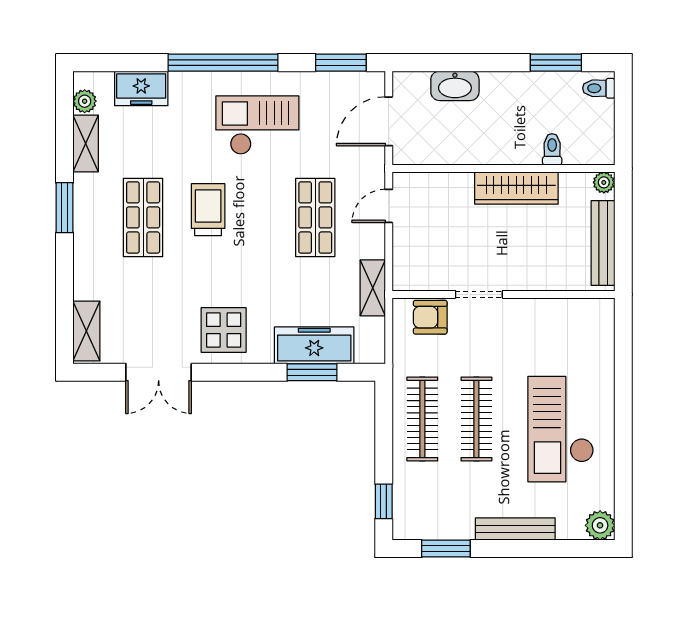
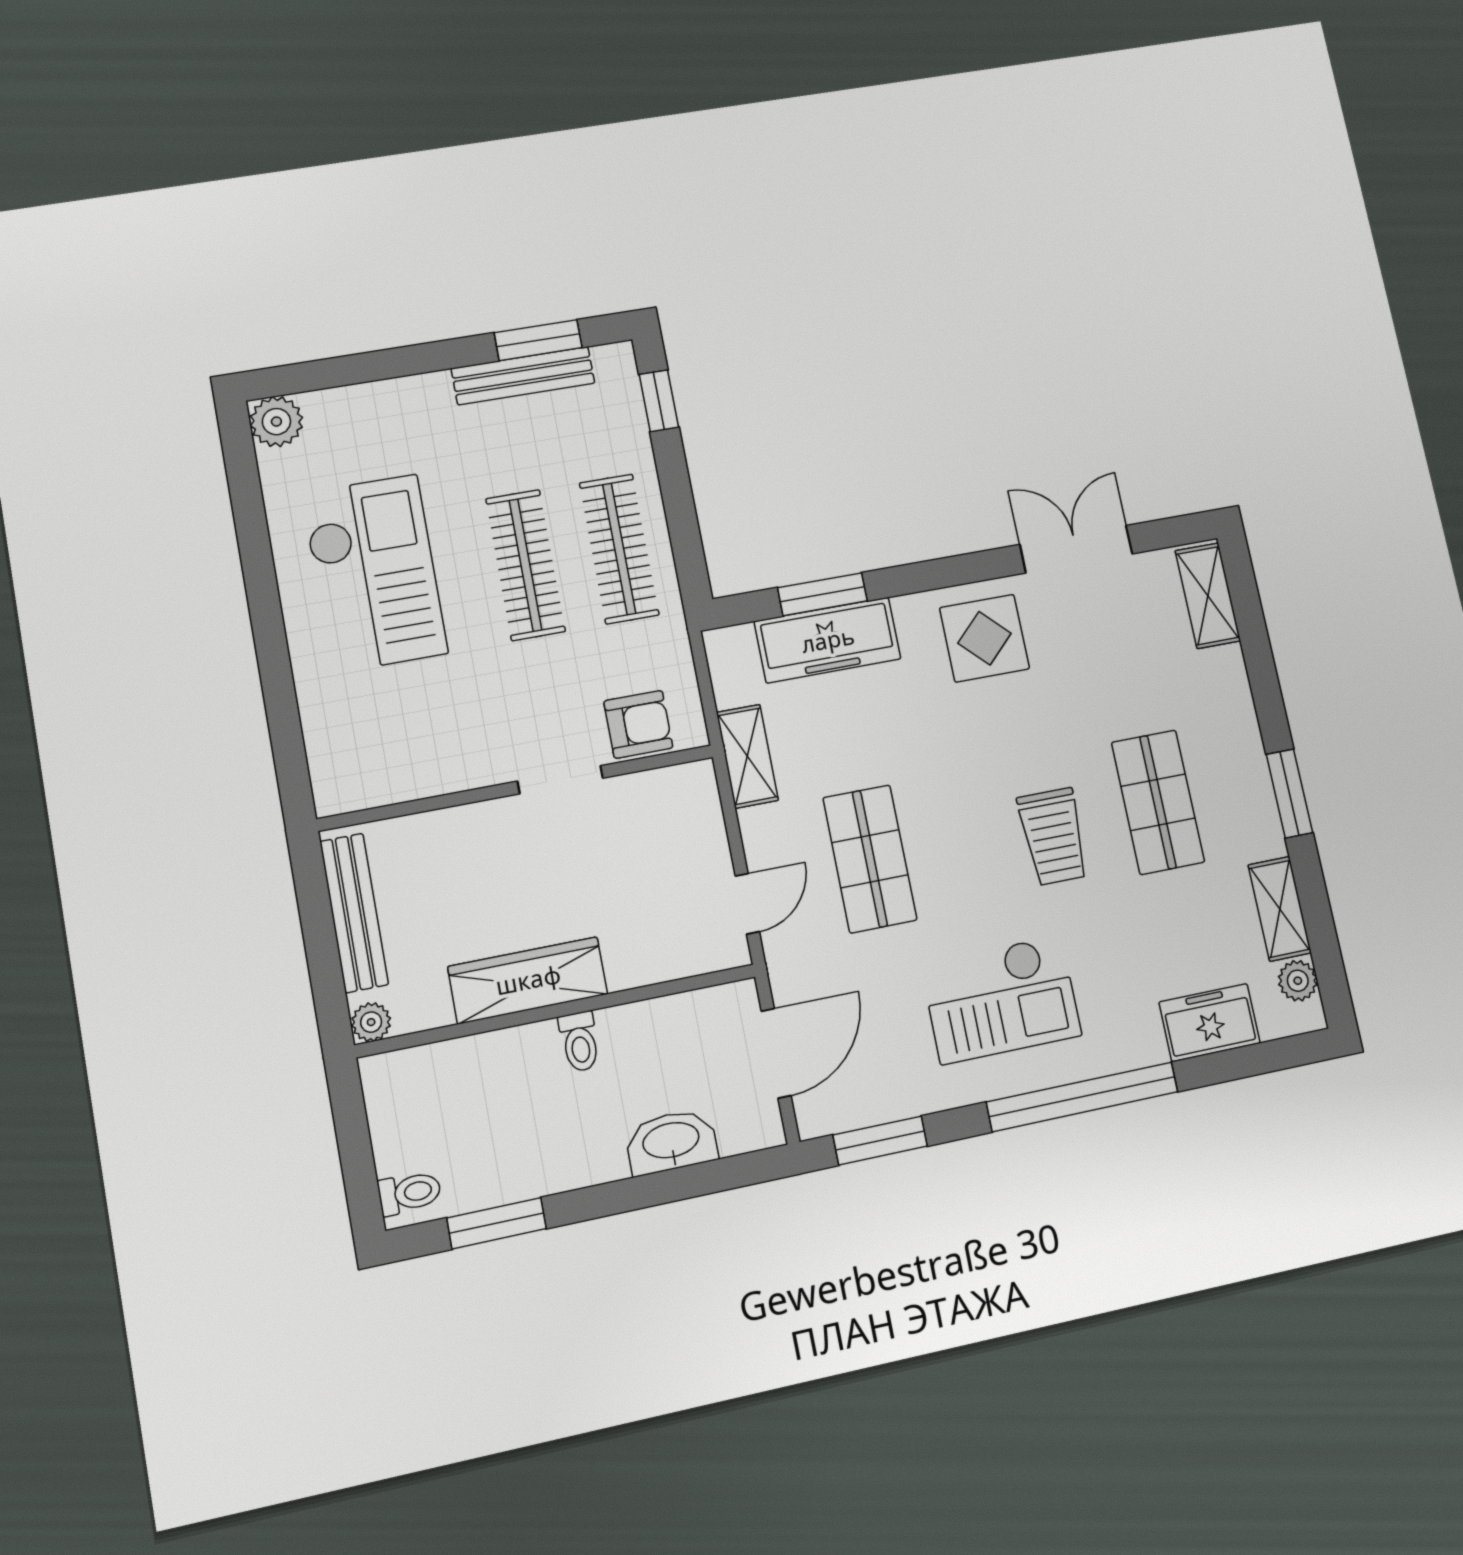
toilet: (552, 149) -> (579, 1042), moved
bench: (515, 529) -> (523, 376), moved

